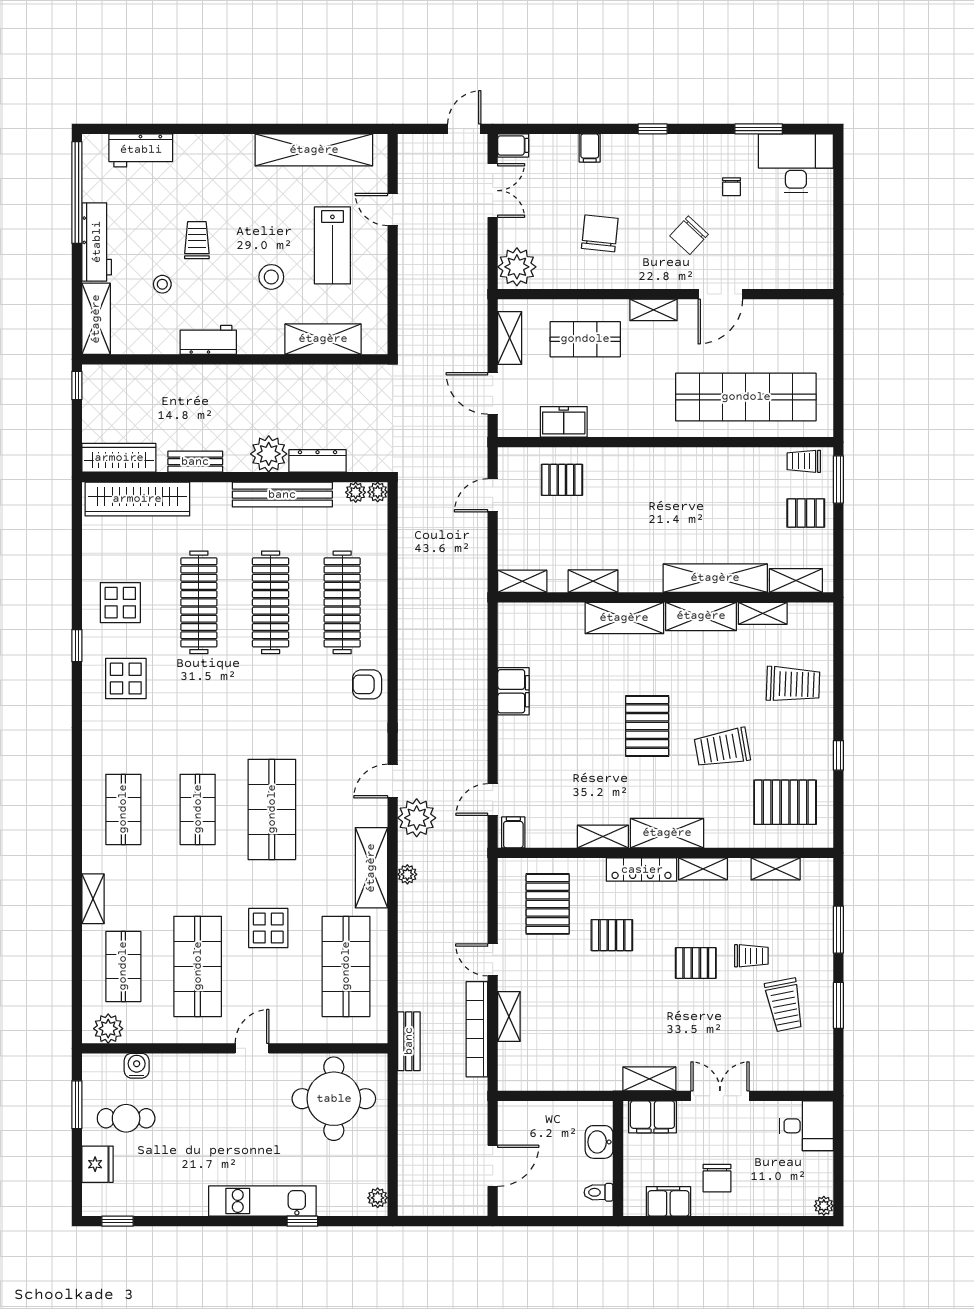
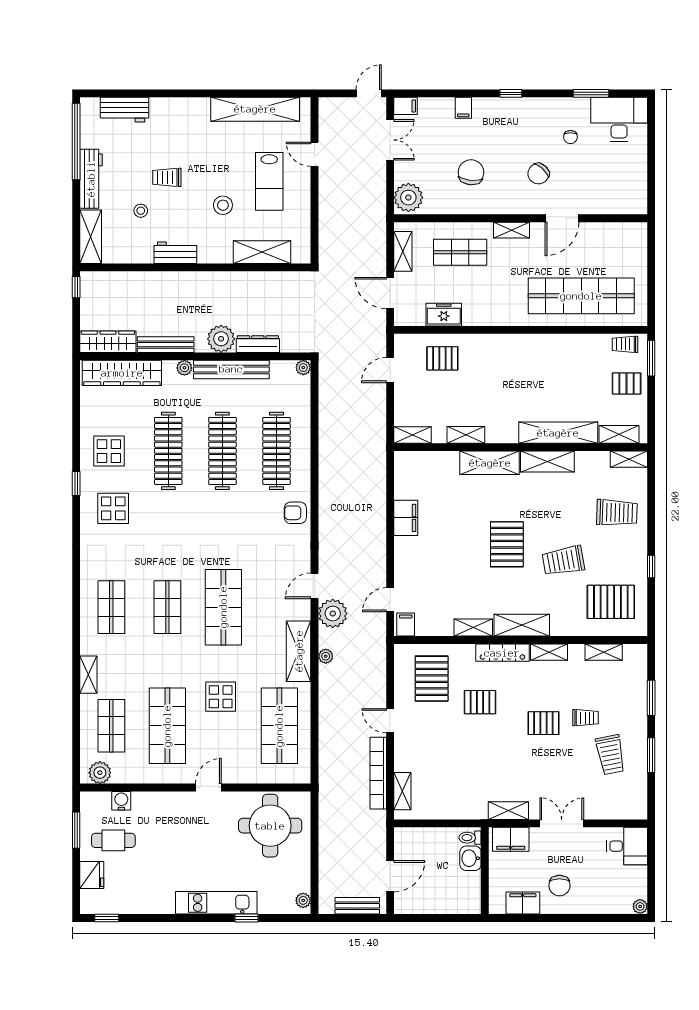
trolley: (197, 240) -> (167, 177), turned -90
bench: (195, 462) -> (166, 345), width x1.36
plant: (356, 492) -> (184, 368), moved
shelving: (763, 613) -> (629, 459), moved
shelving: (509, 1017) -> (402, 791), moved
bench: (409, 1041) -> (357, 906), moved, turned 90
toilet: (599, 1192) -> (470, 838), moved

